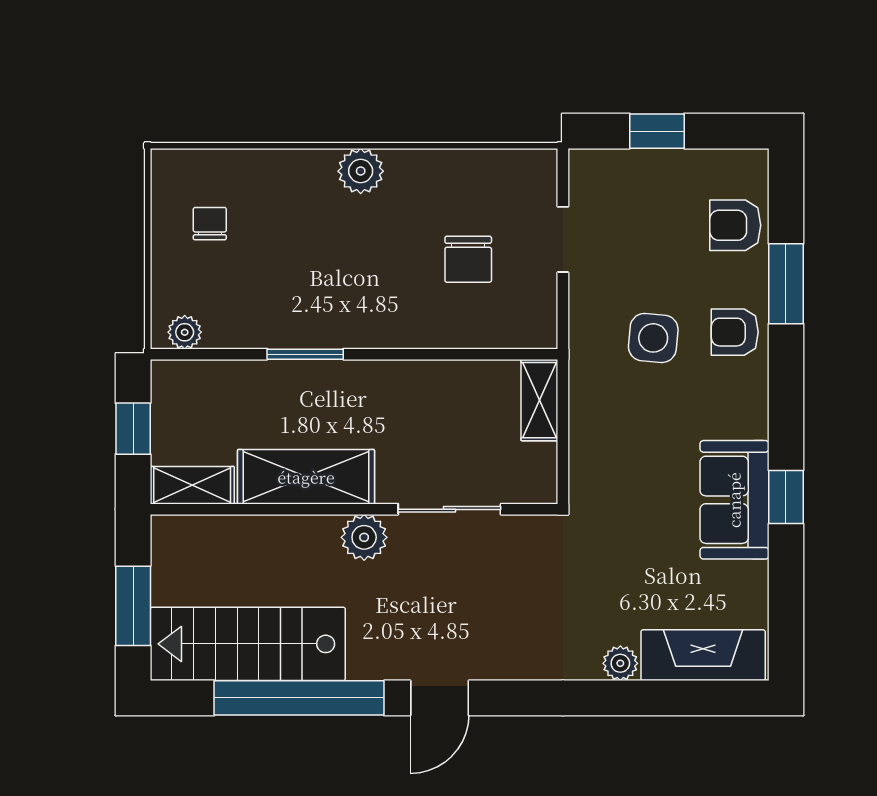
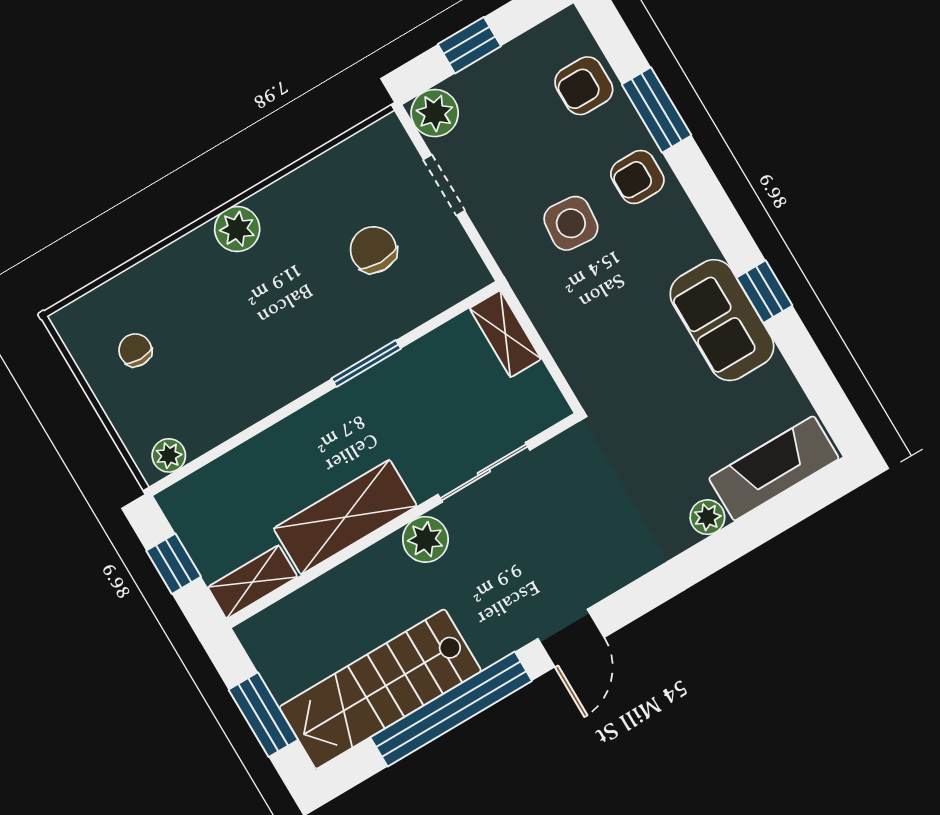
plant: (592, 172) -> (435, 113), added
chair: (468, 259) -> (373, 250), turned 180
window: (305, 354) -> (366, 363), moved

